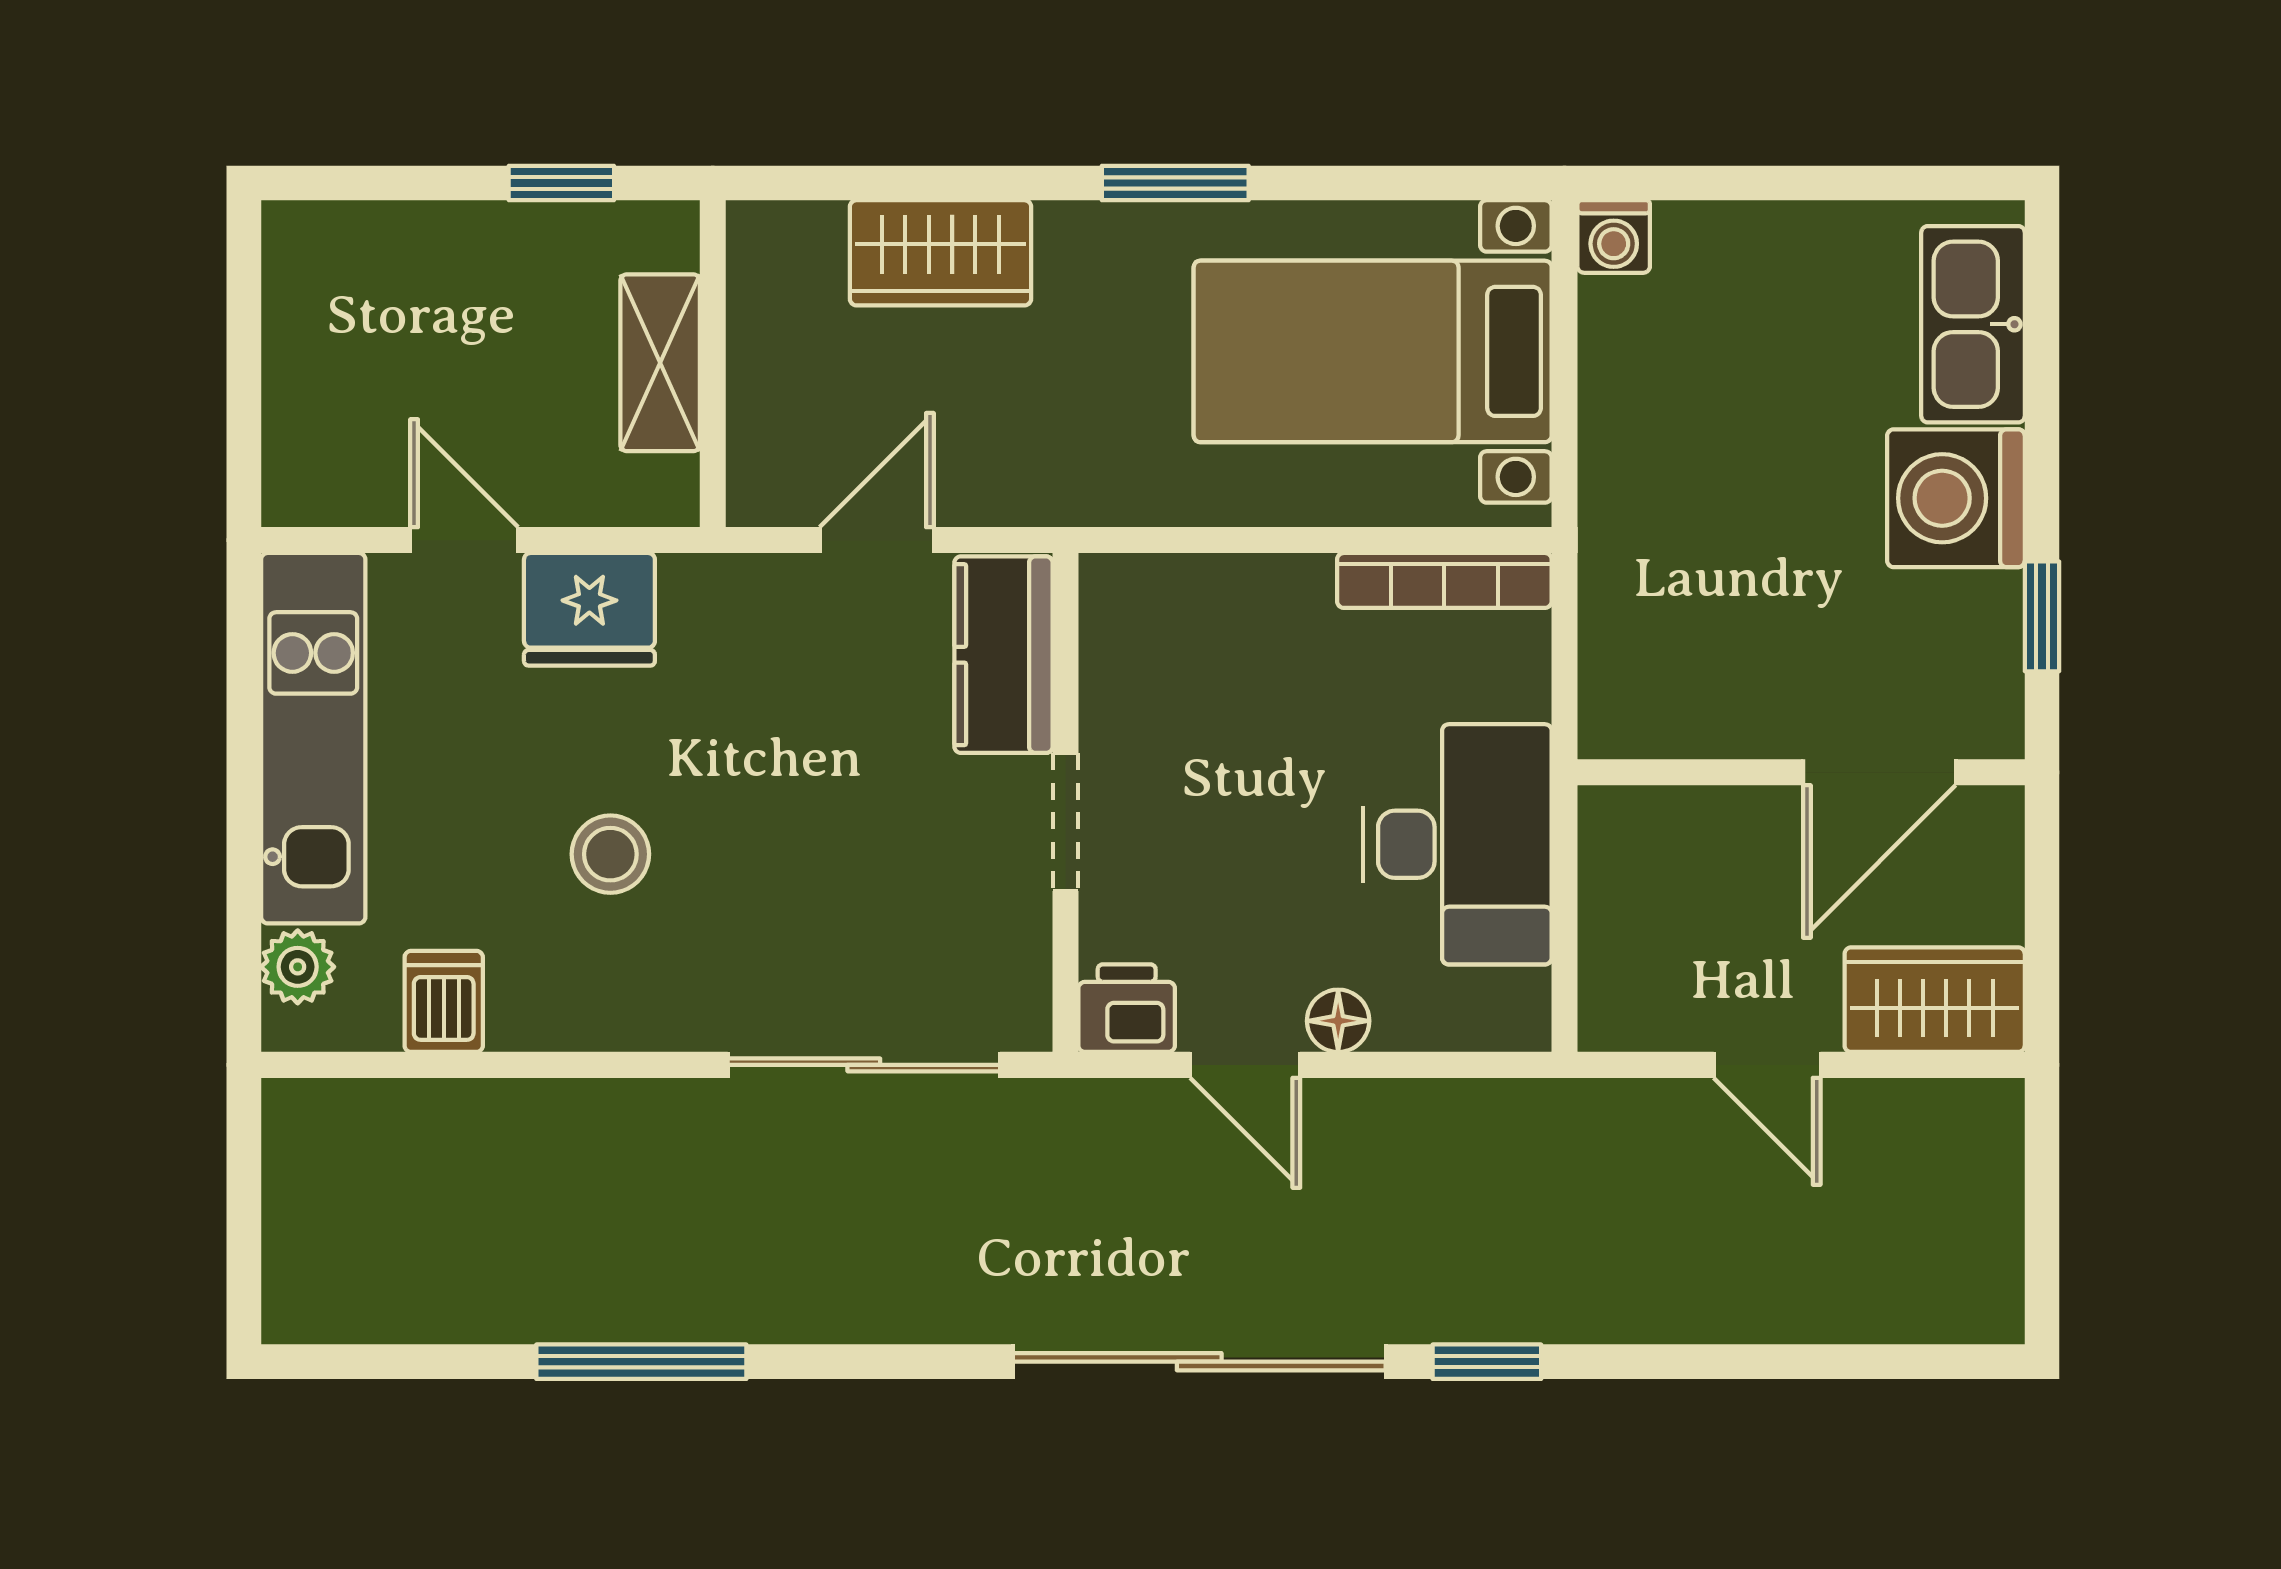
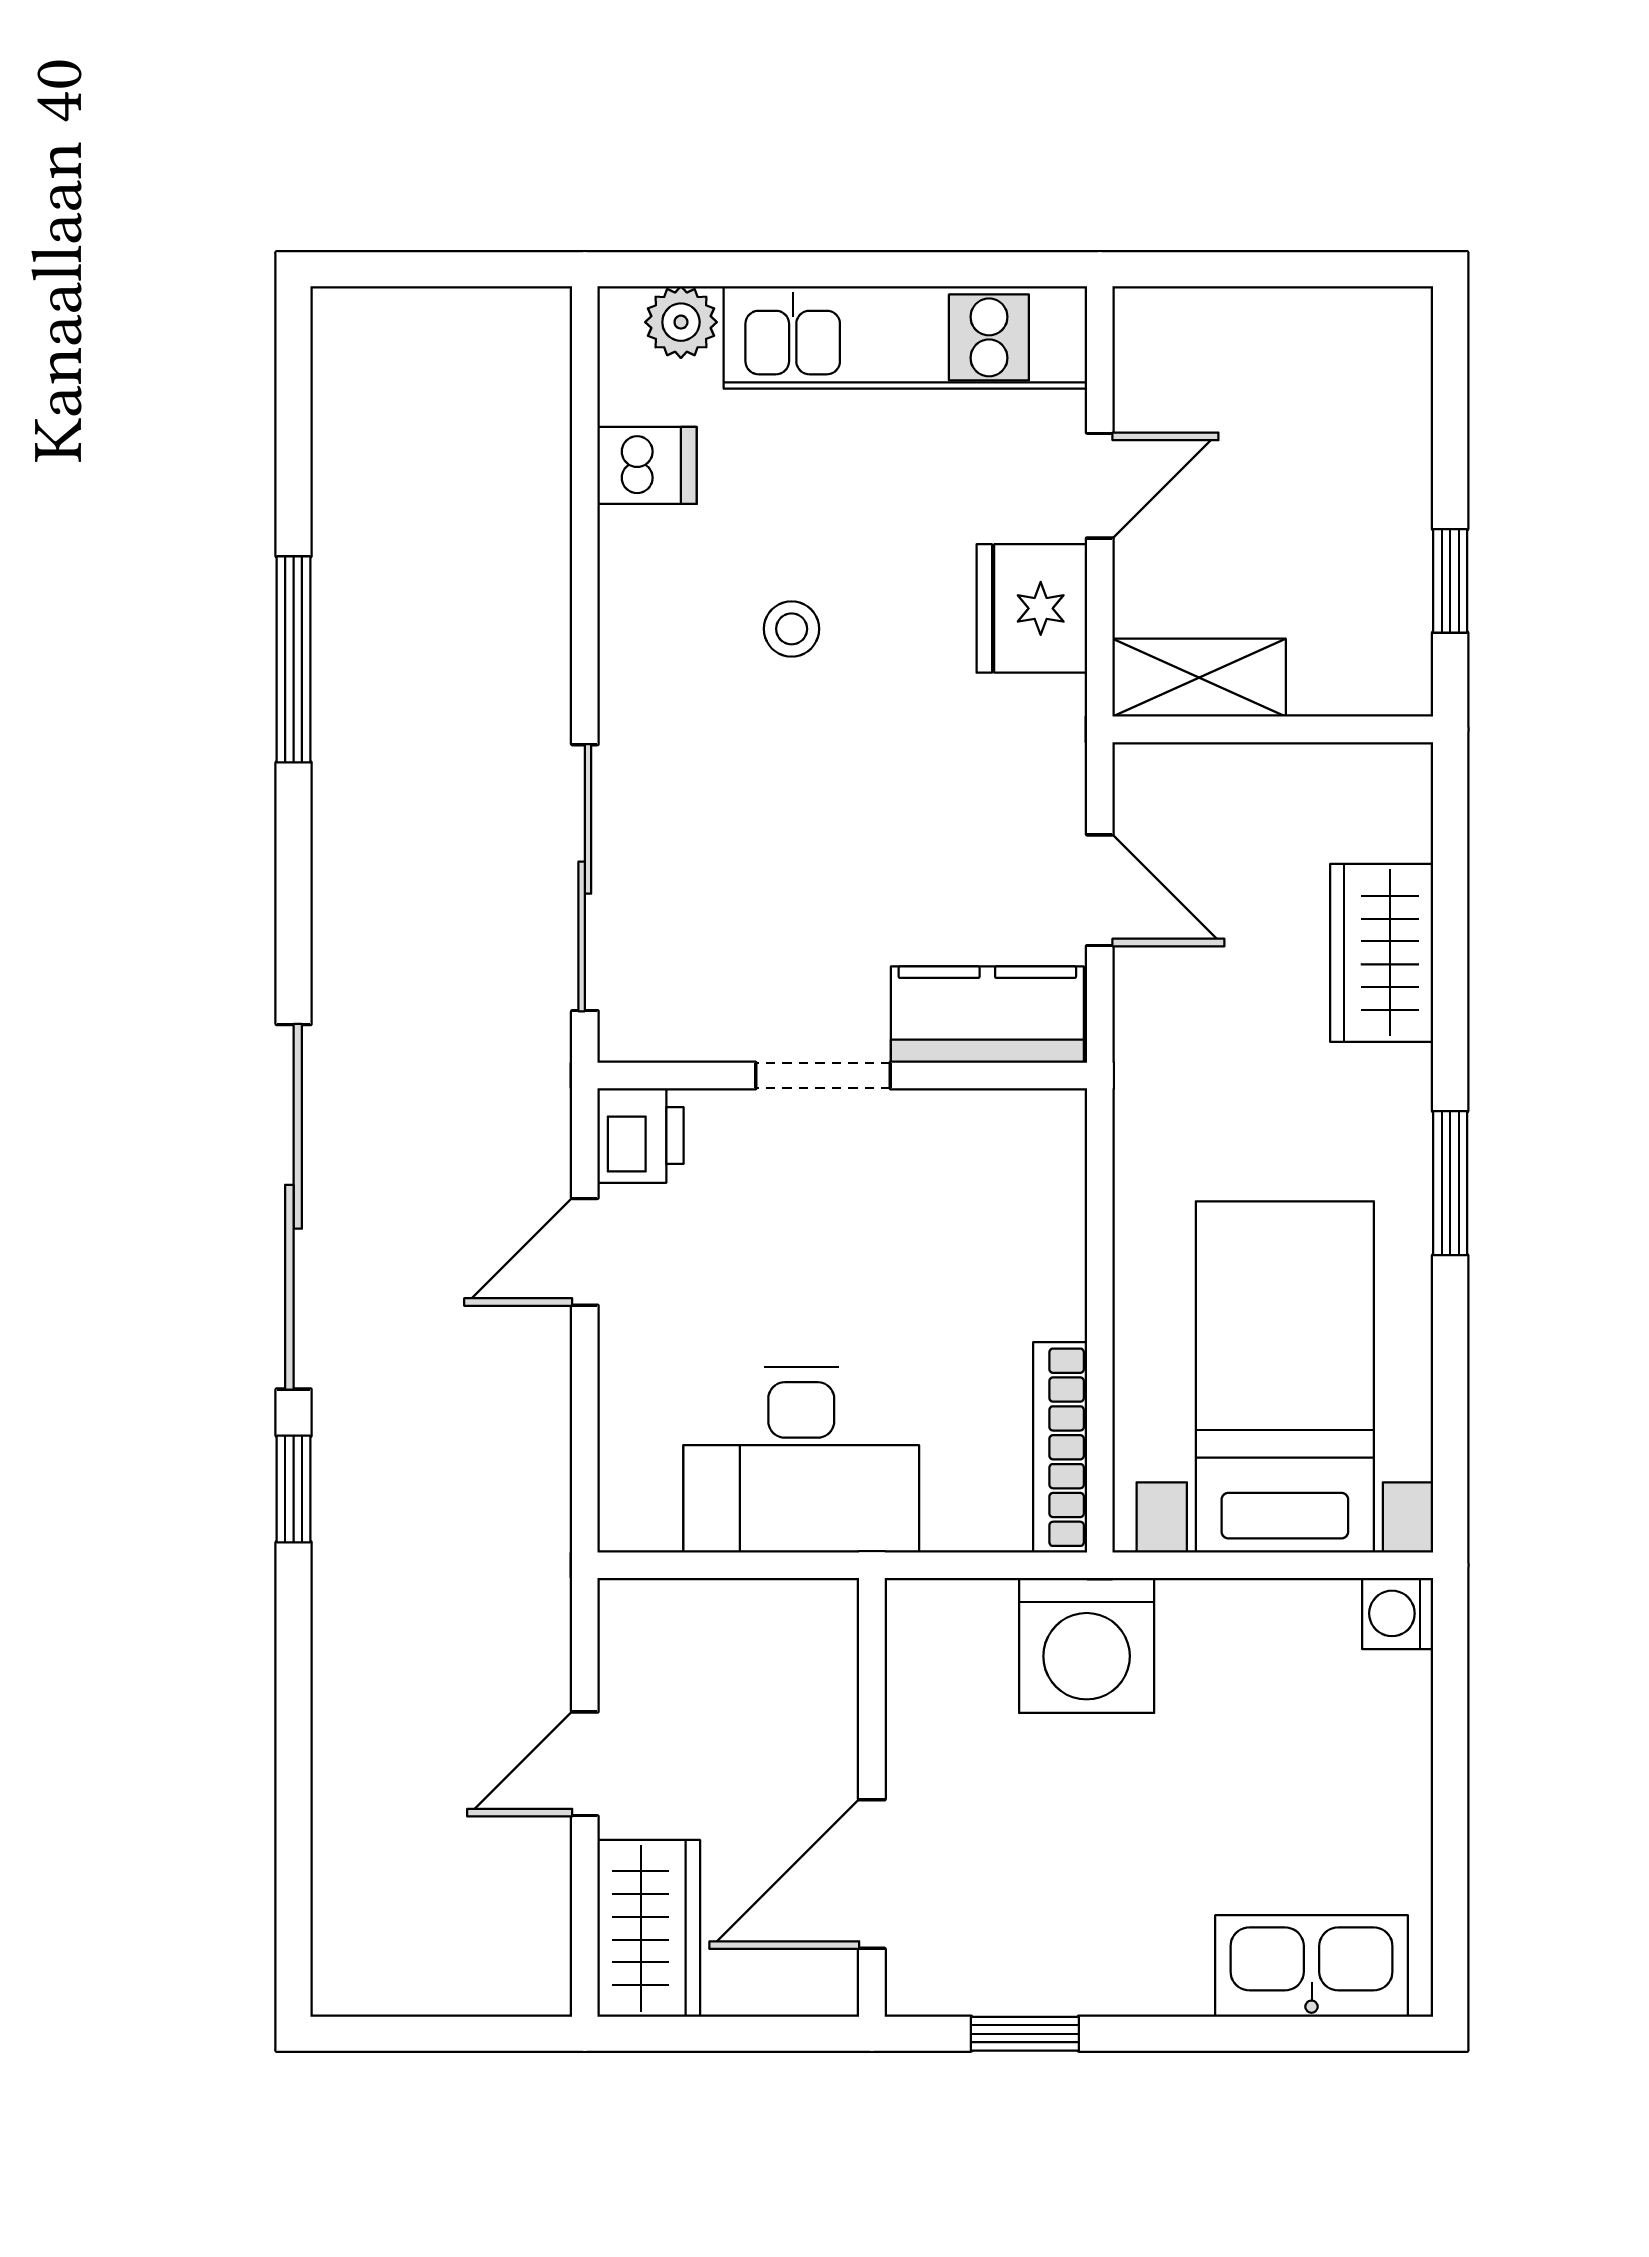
shelving: (660, 363) -> (1199, 678), moved
washing machine: (1956, 498) -> (1087, 1645), moved, turned 180
door: (1879, 772) -> (872, 1874), hinge flipped
stool: (610, 854) -> (792, 629), width x0.73, depth x0.73
floor lamp: (1338, 1021) -> (628, 1343), removed

